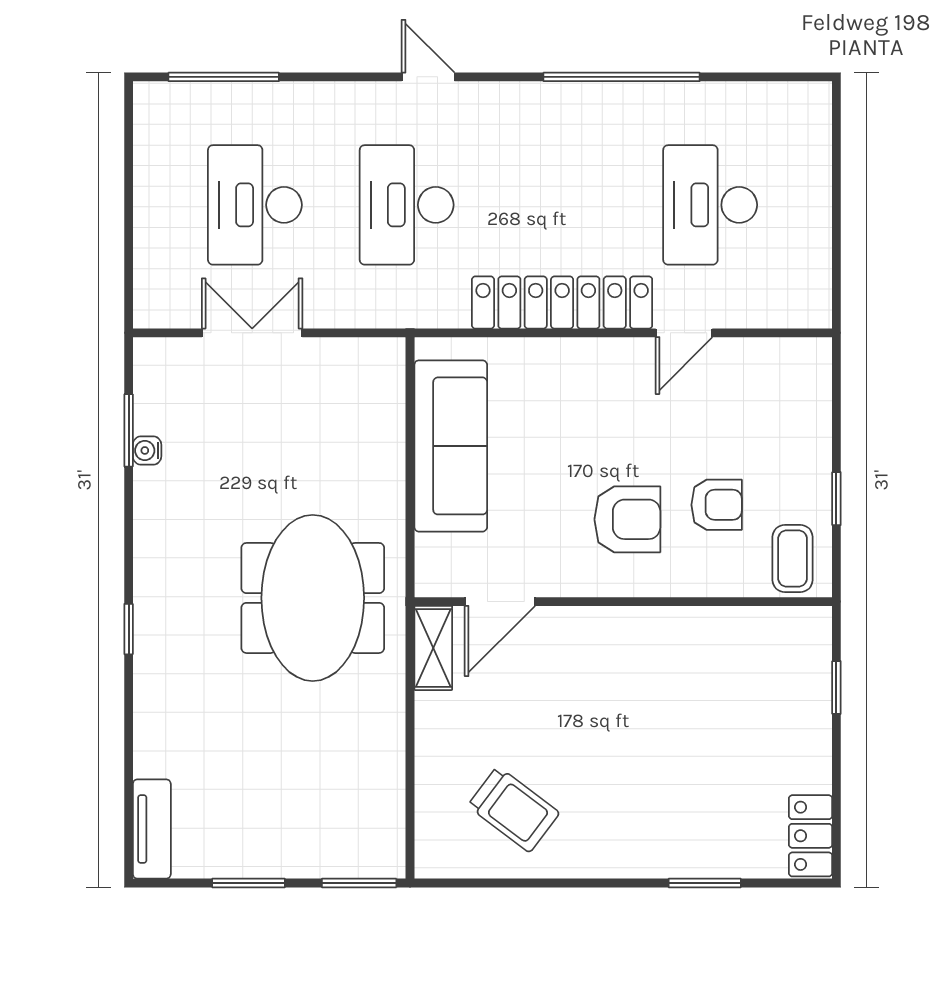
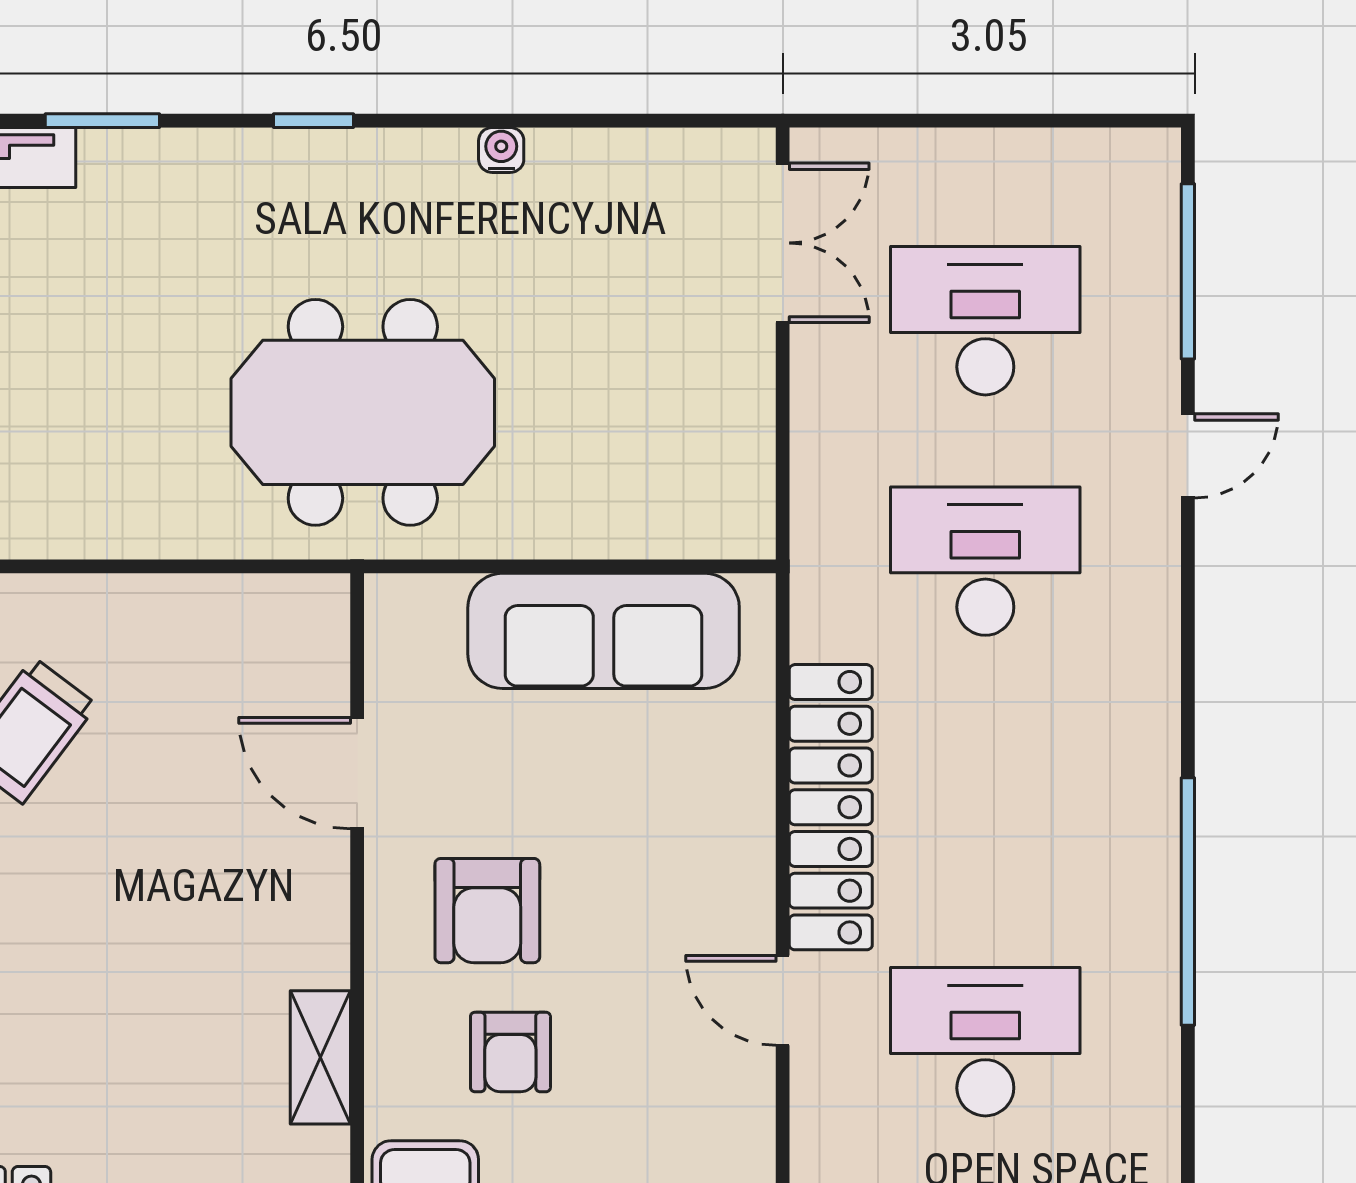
door: (428, 77) -> (1188, 456), moved
double door: (252, 333) -> (783, 243), moved
window: (129, 430) -> (102, 121), moved
water cooler: (147, 450) -> (501, 150), moved
door: (500, 602) -> (357, 773), moved
shelving: (433, 648) -> (320, 1057), moved, turned 90

